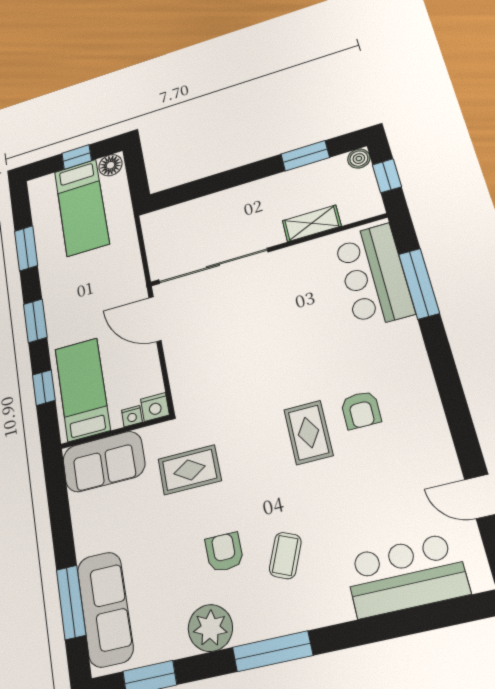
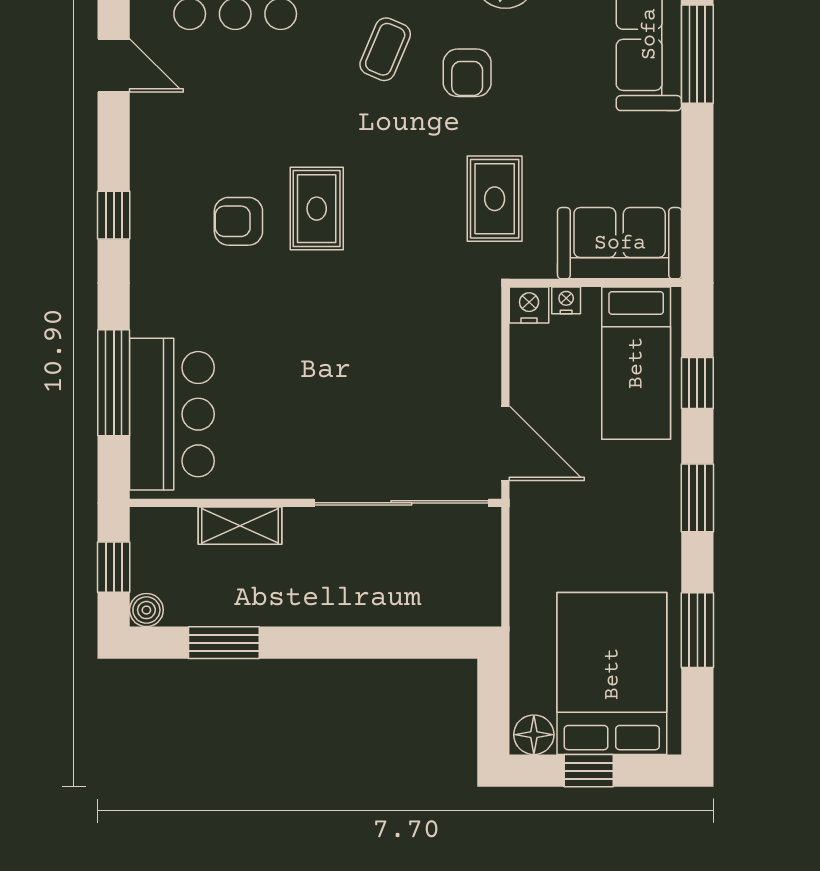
bed: (82, 207) -> (612, 674), width x1.50
window: (451, 391) -> (114, 215), added
armchair: (361, 410) -> (238, 221), turned -90
rug: (189, 470) -> (495, 199), turned 90

